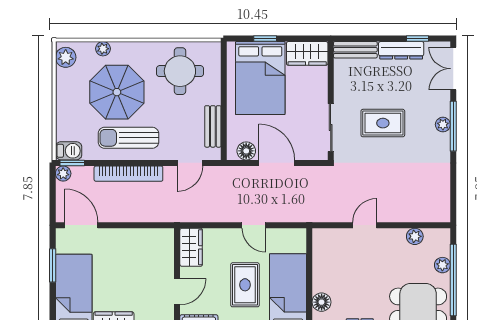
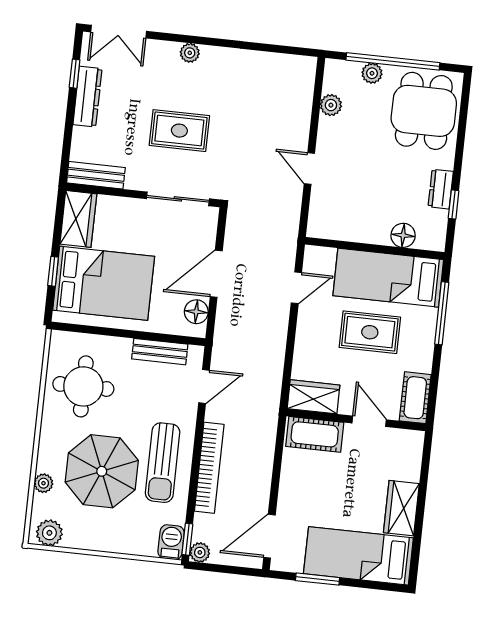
bench: (355, 50) -> (96, 175), moved, turned 90
rug: (383, 123) -> (179, 131), turned 90
window: (453, 126) -> (193, 40), removed
door: (190, 163) -> (204, 387), hinge flipped
door: (254, 225) -> (296, 288), moved
cot: (163, 251) -> (315, 434), added

